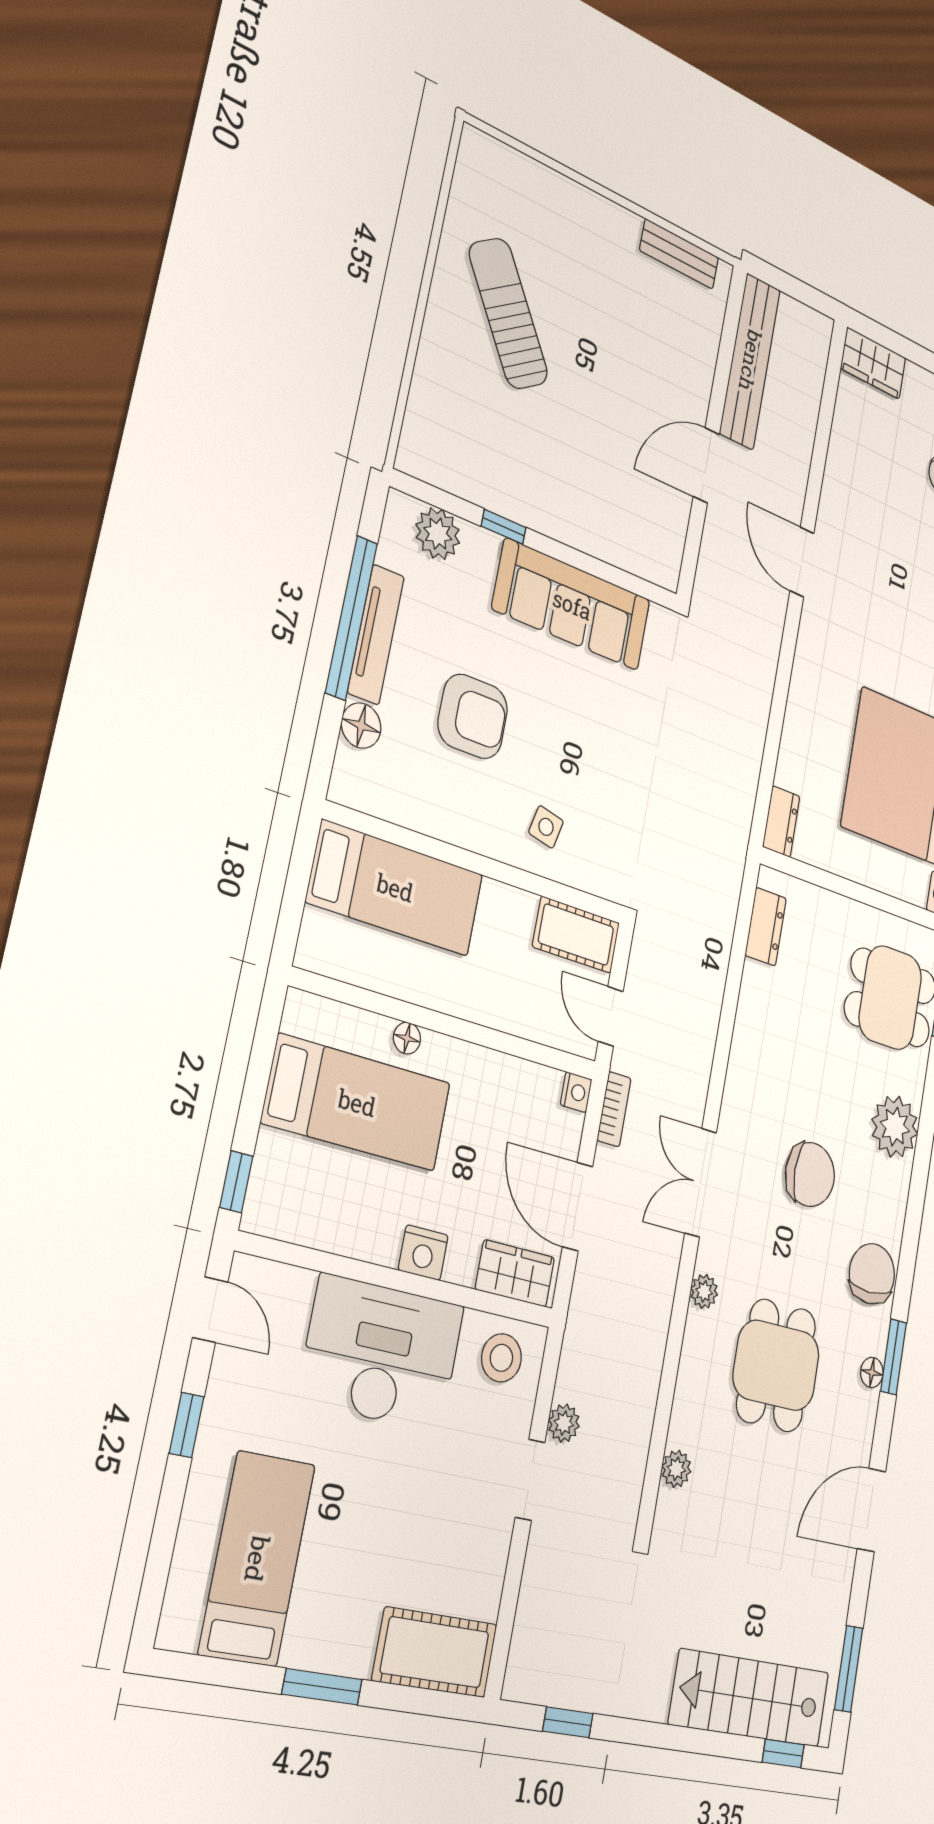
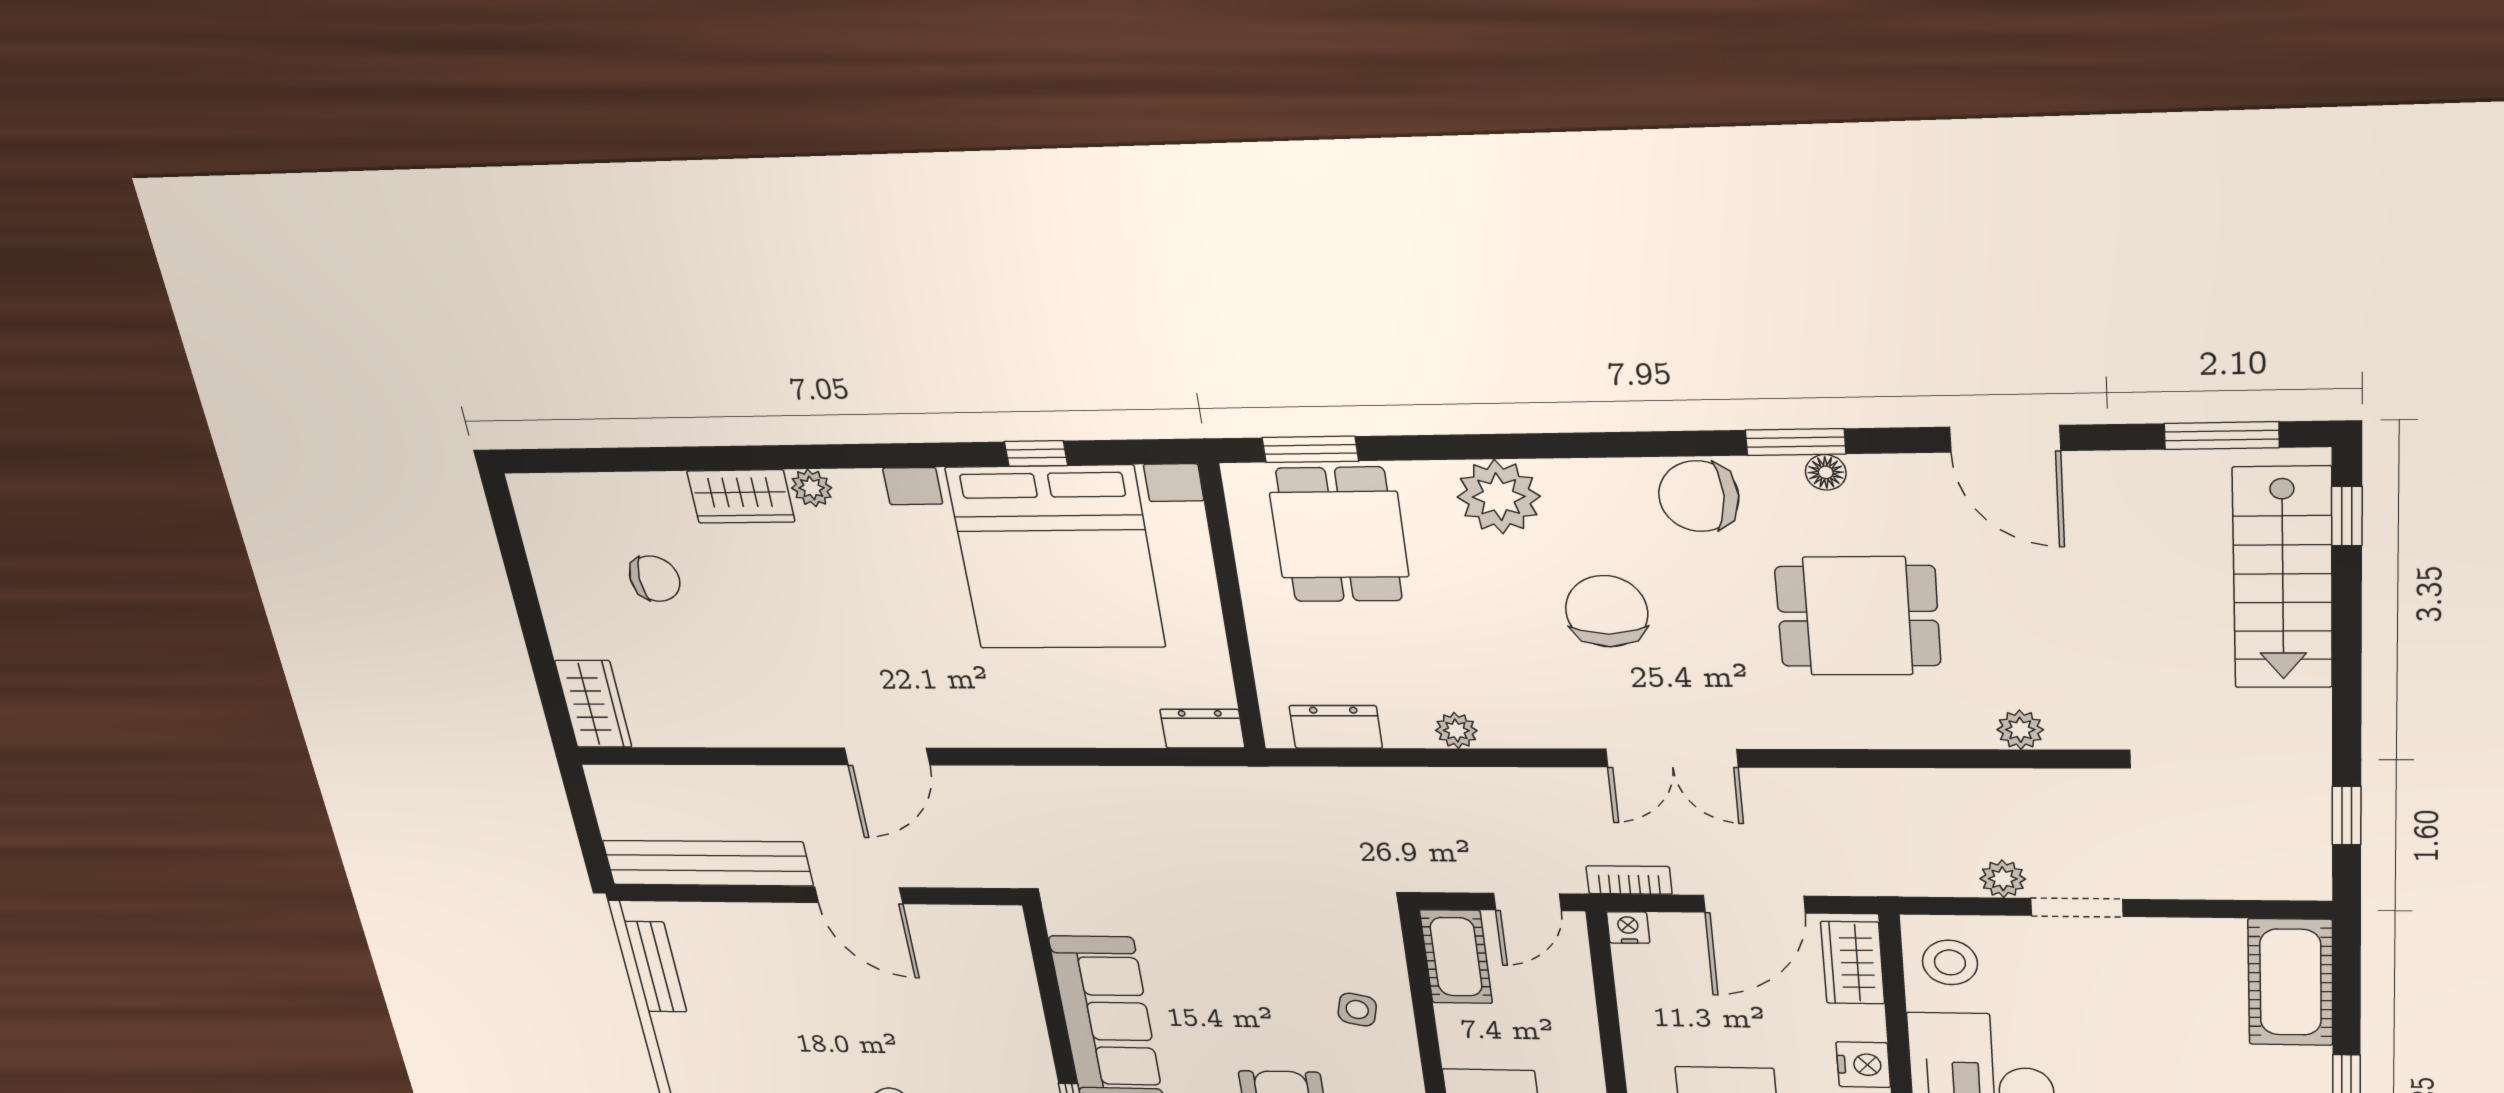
plant: (704, 1291) -> (1456, 730), moved

